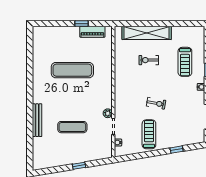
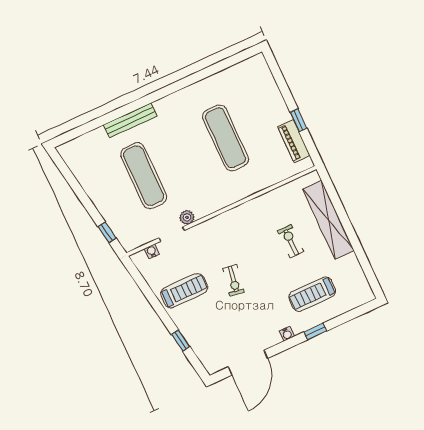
exercise mat: (72, 127) -> (144, 176), width x1.36, depth x1.45
window: (79, 166) -> (107, 232), moved

